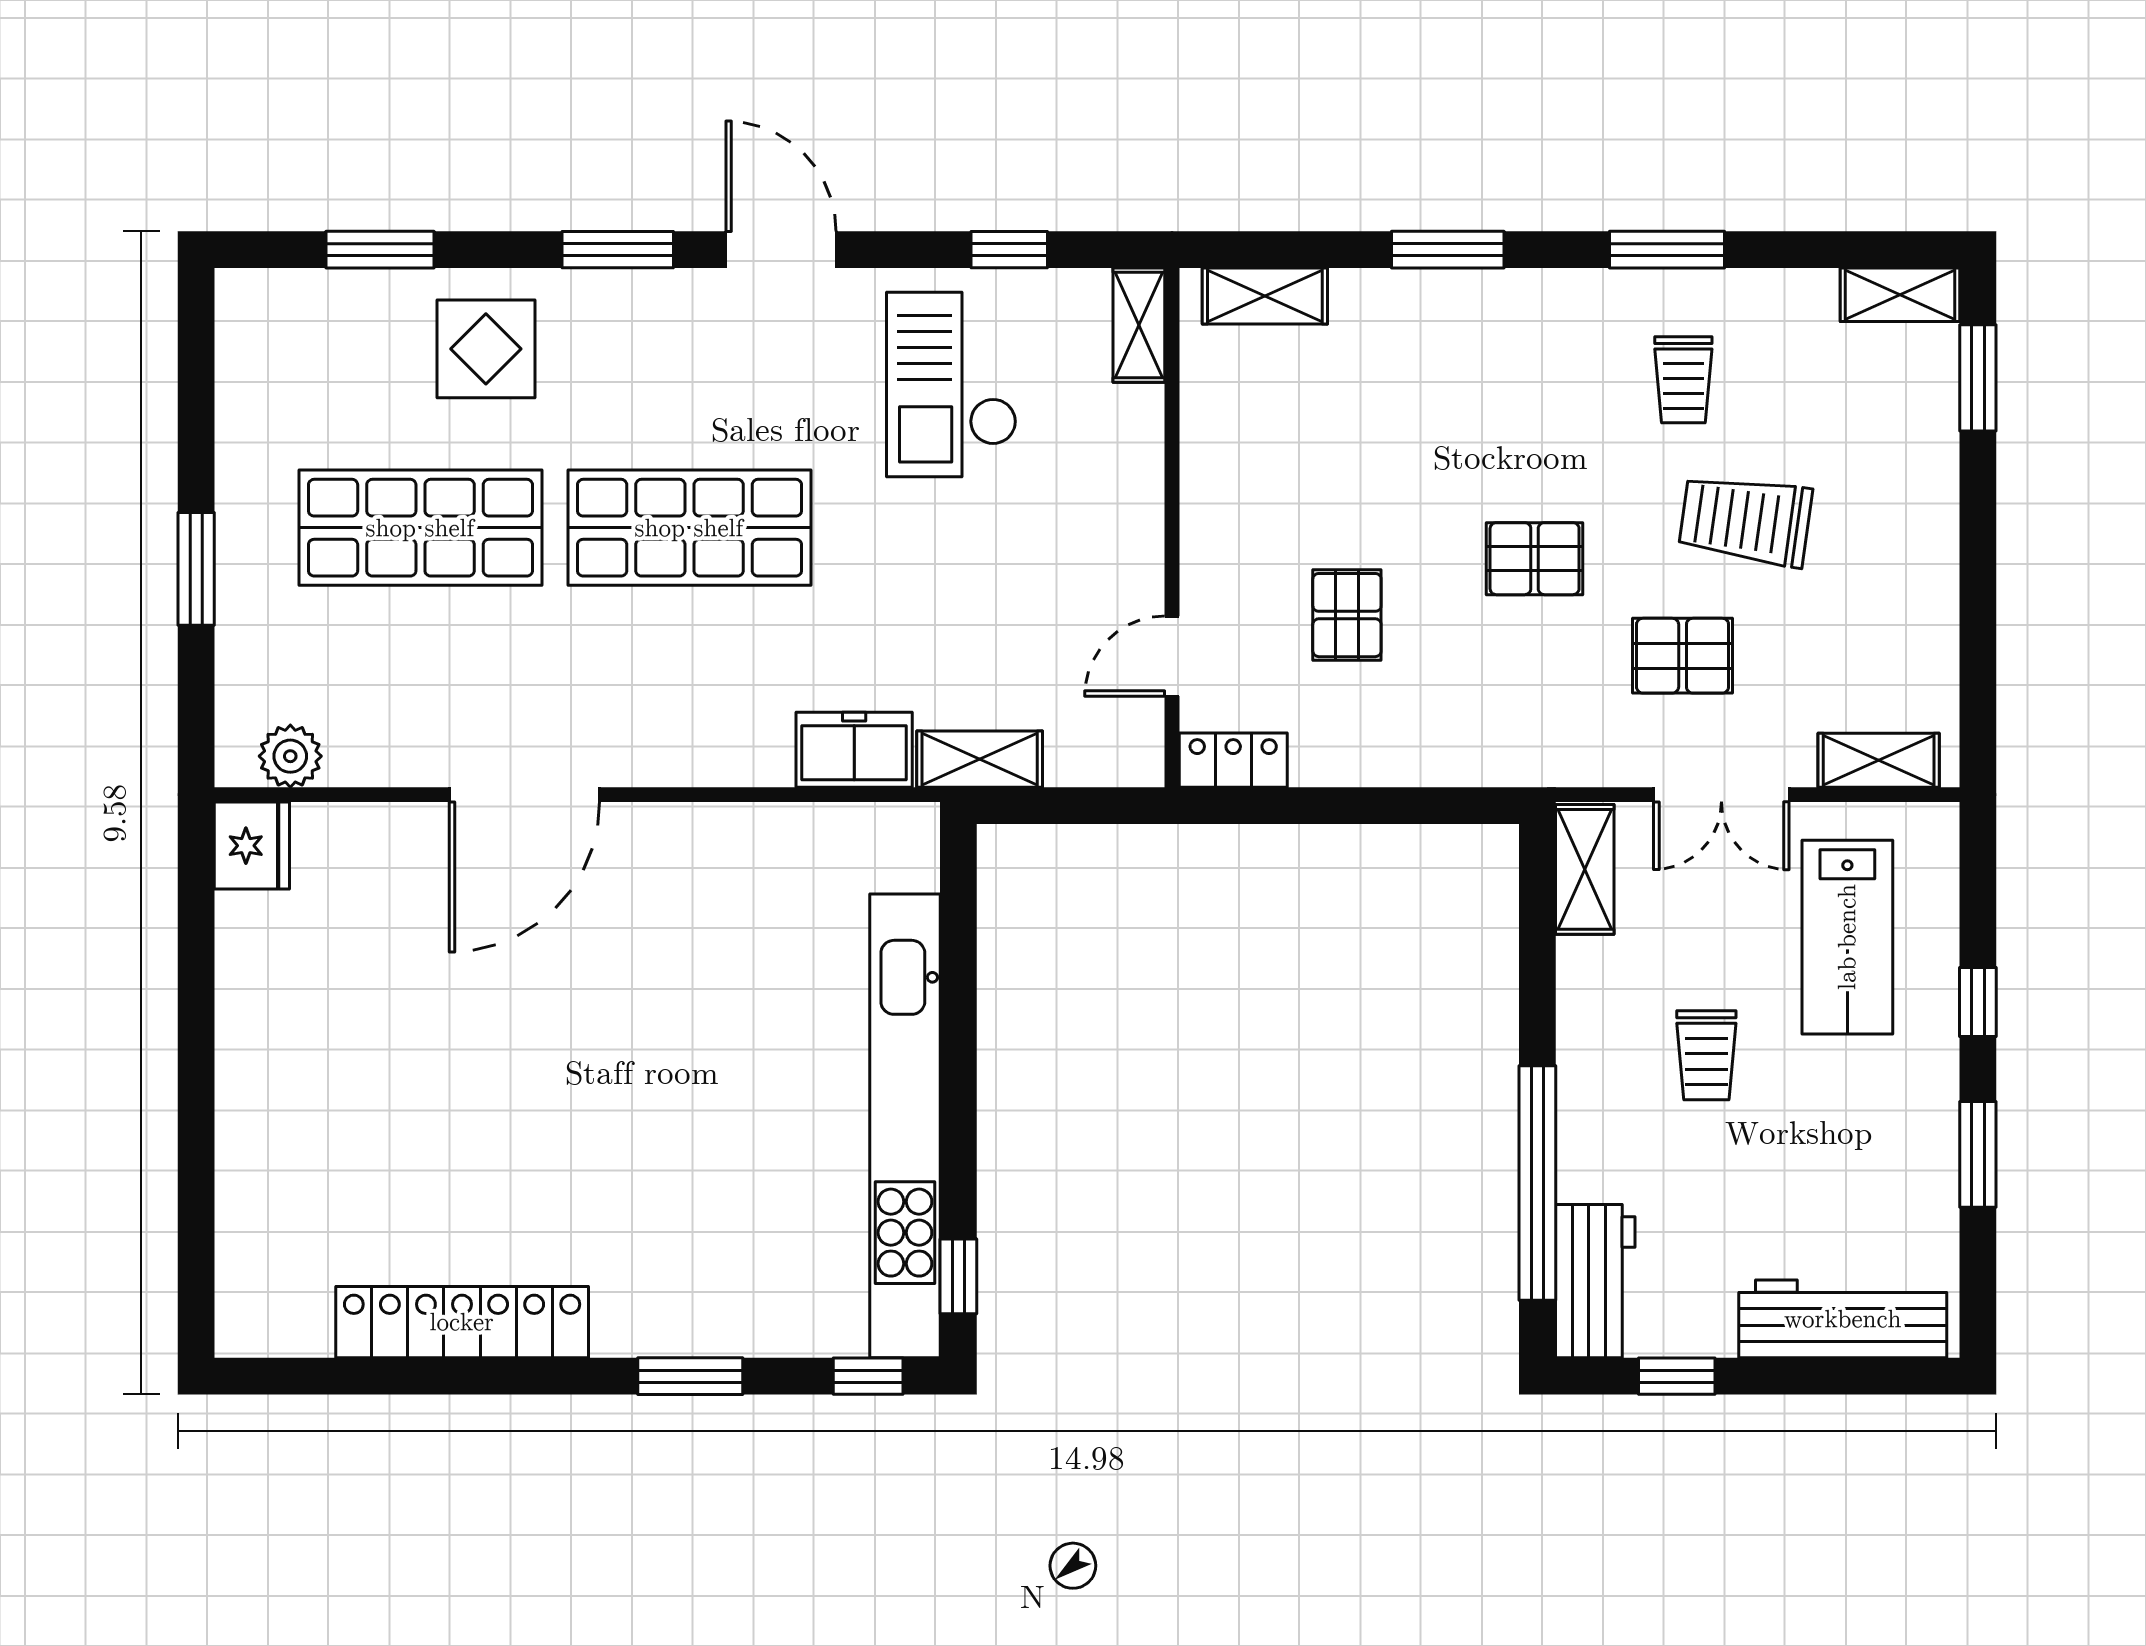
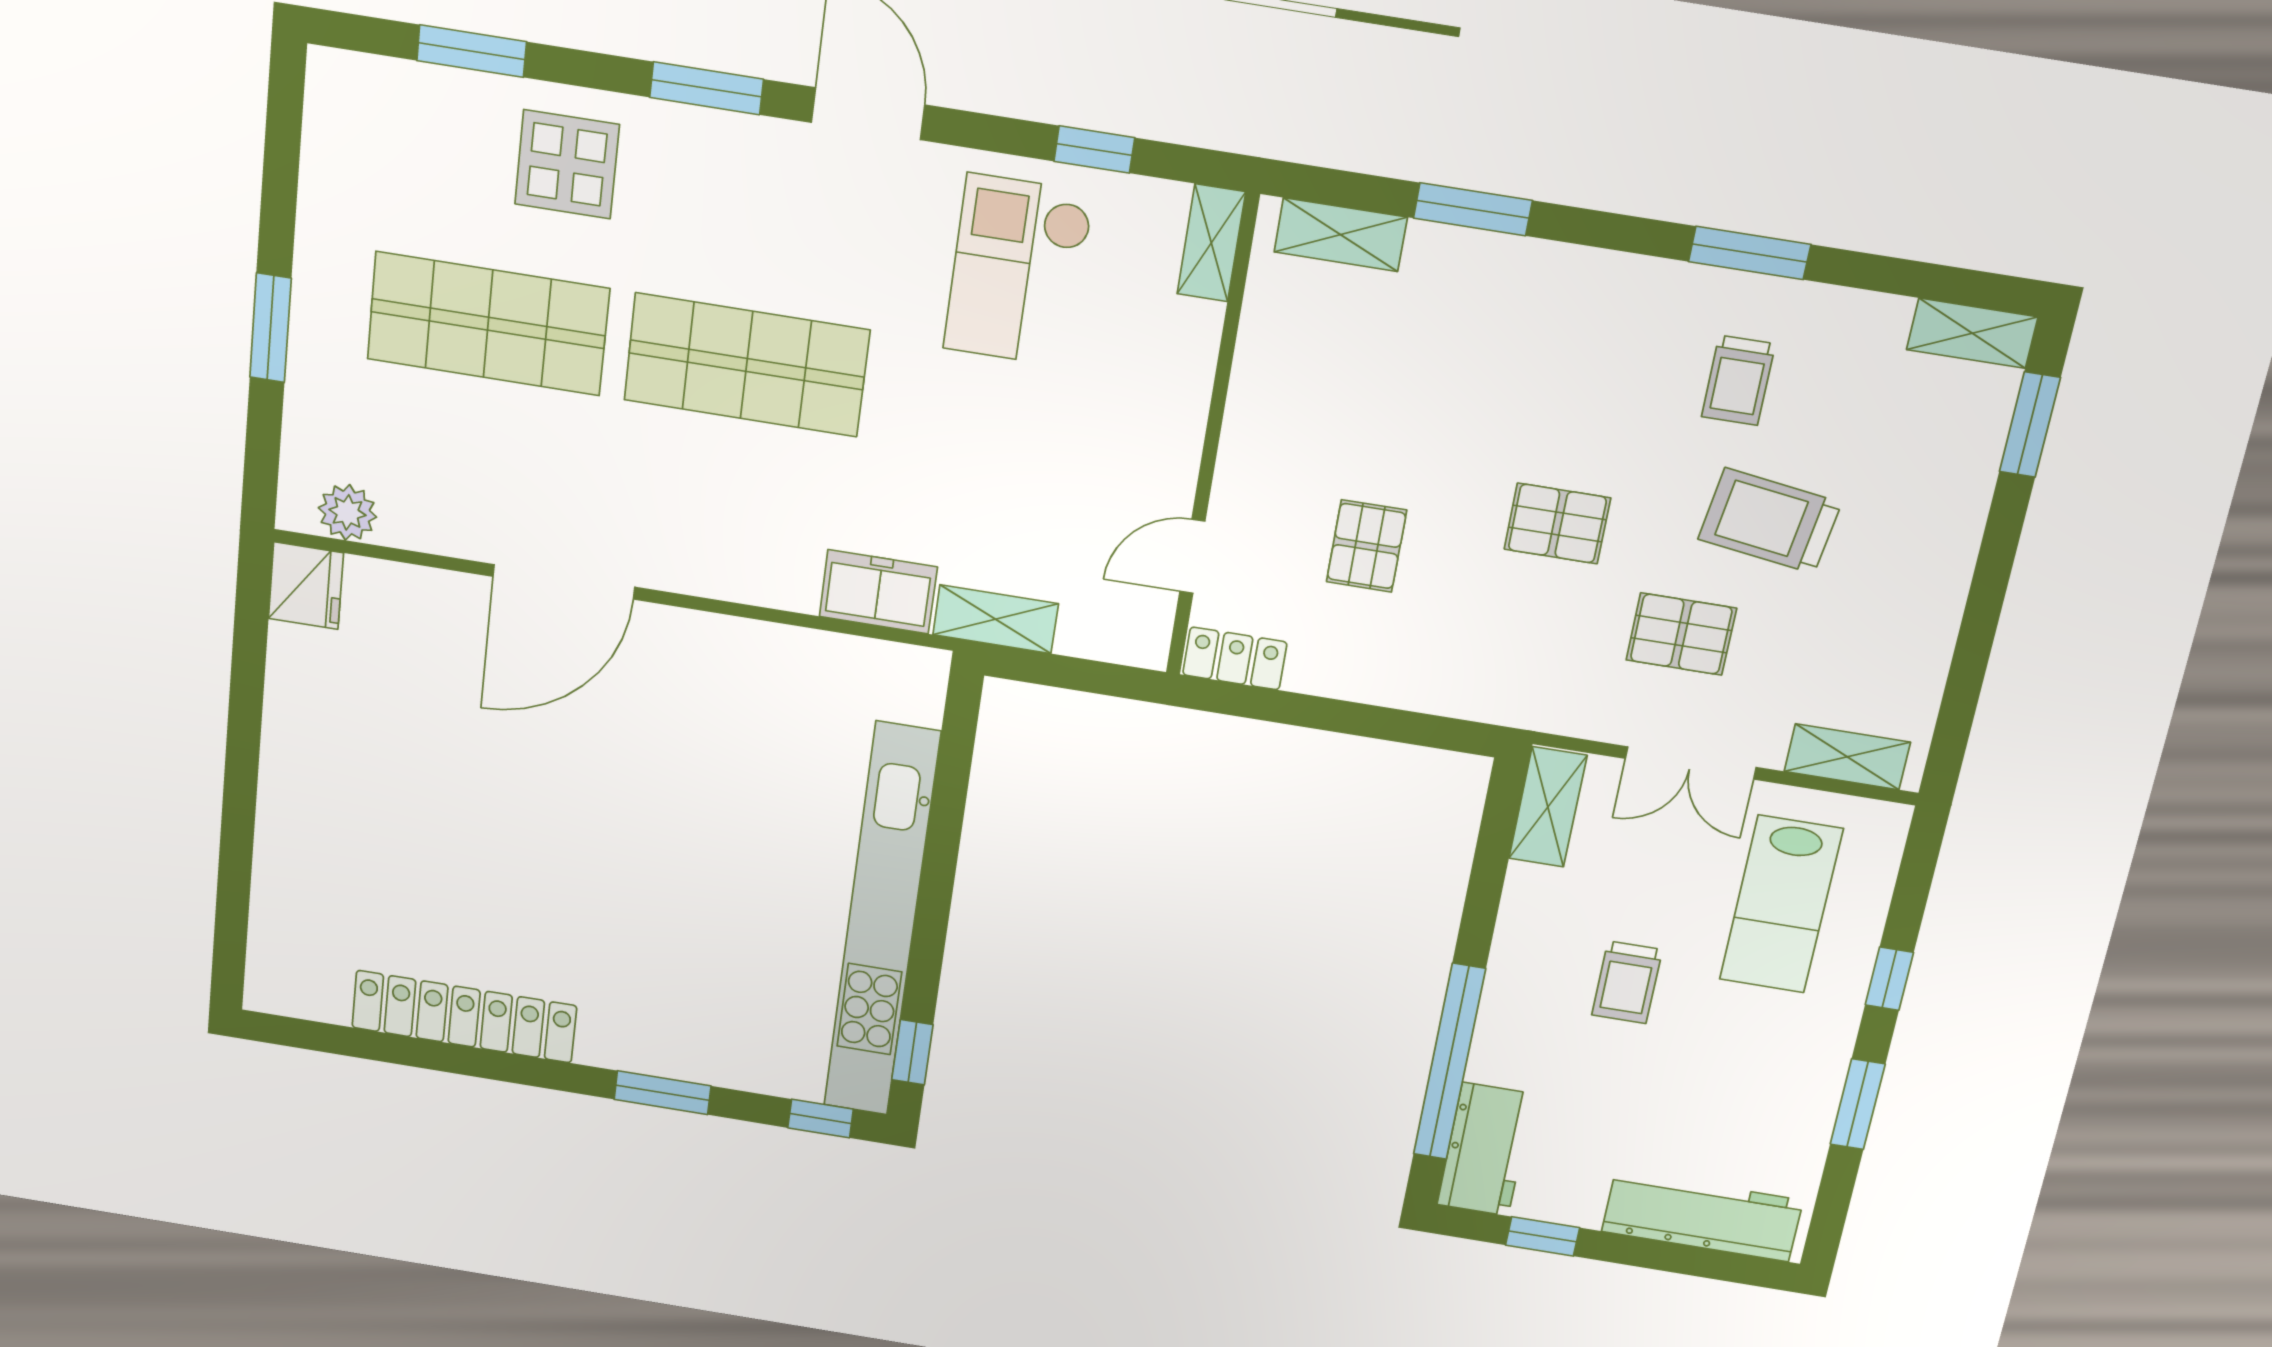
window: (1448, 250) -> (1473, 209), moved

